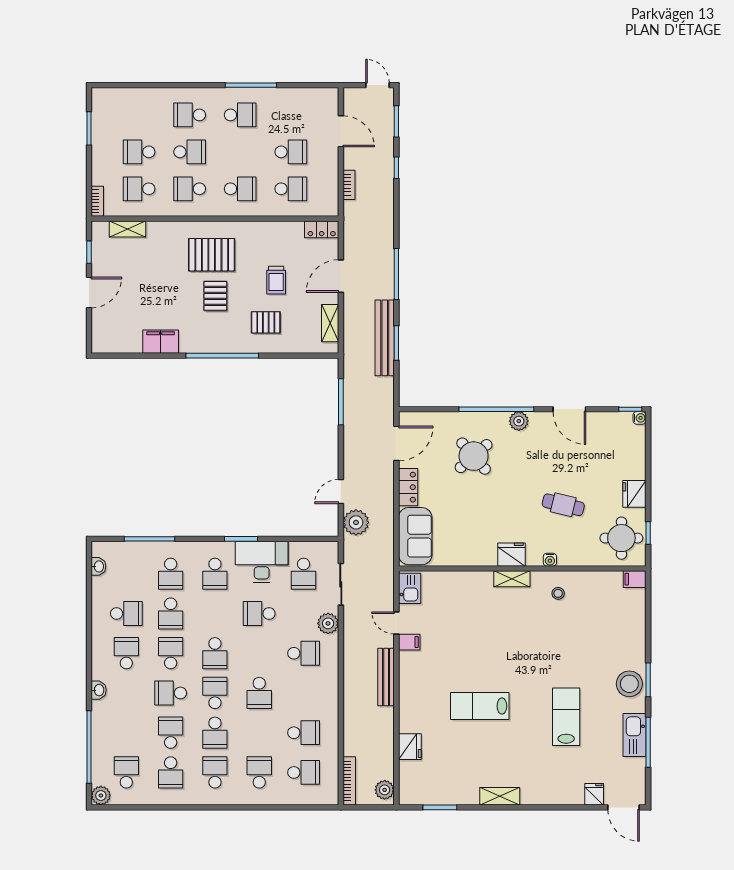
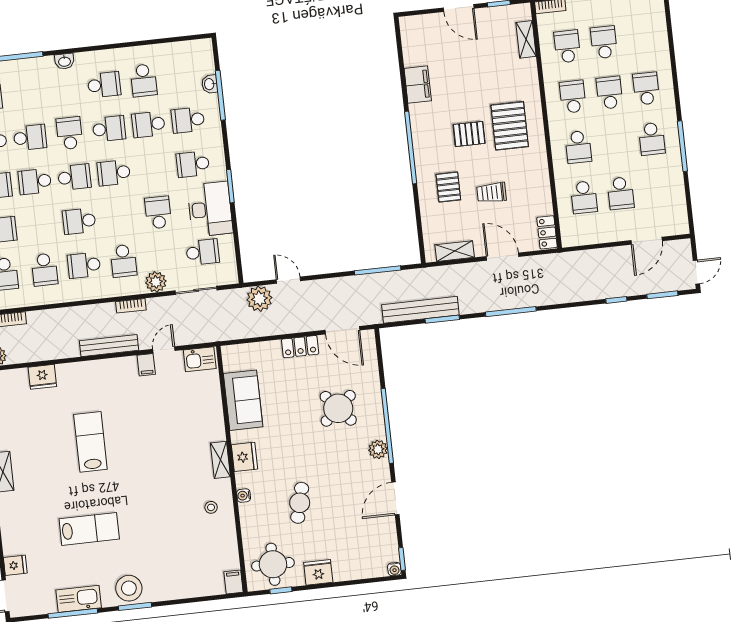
school desk: (190, 152) -> (609, 93), turned 180
bookcase: (349, 185) -> (131, 306), moved
bench: (385, 338) -> (420, 310), moved
sofa: (415, 536) -> (243, 400), moved, turned -90
washbasin: (98, 566) -> (210, 84), moved, turned 90
school desk: (304, 574) -> (203, 252), turned 180
school desk: (304, 693) -> (84, 265), added

